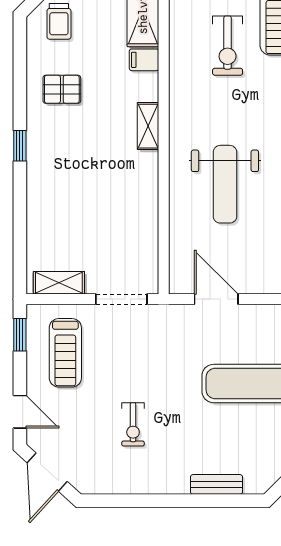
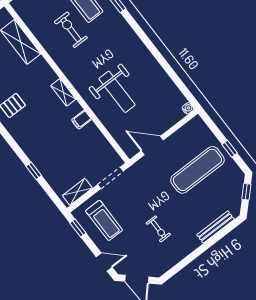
exercise bike: (228, 46) -> (71, 30), turned 180
filing cabinet: (144, 60) -> (82, 120), moved
window: (20, 146) -> (34, 171), moved
bench: (216, 484) -> (216, 227), width x1.36

